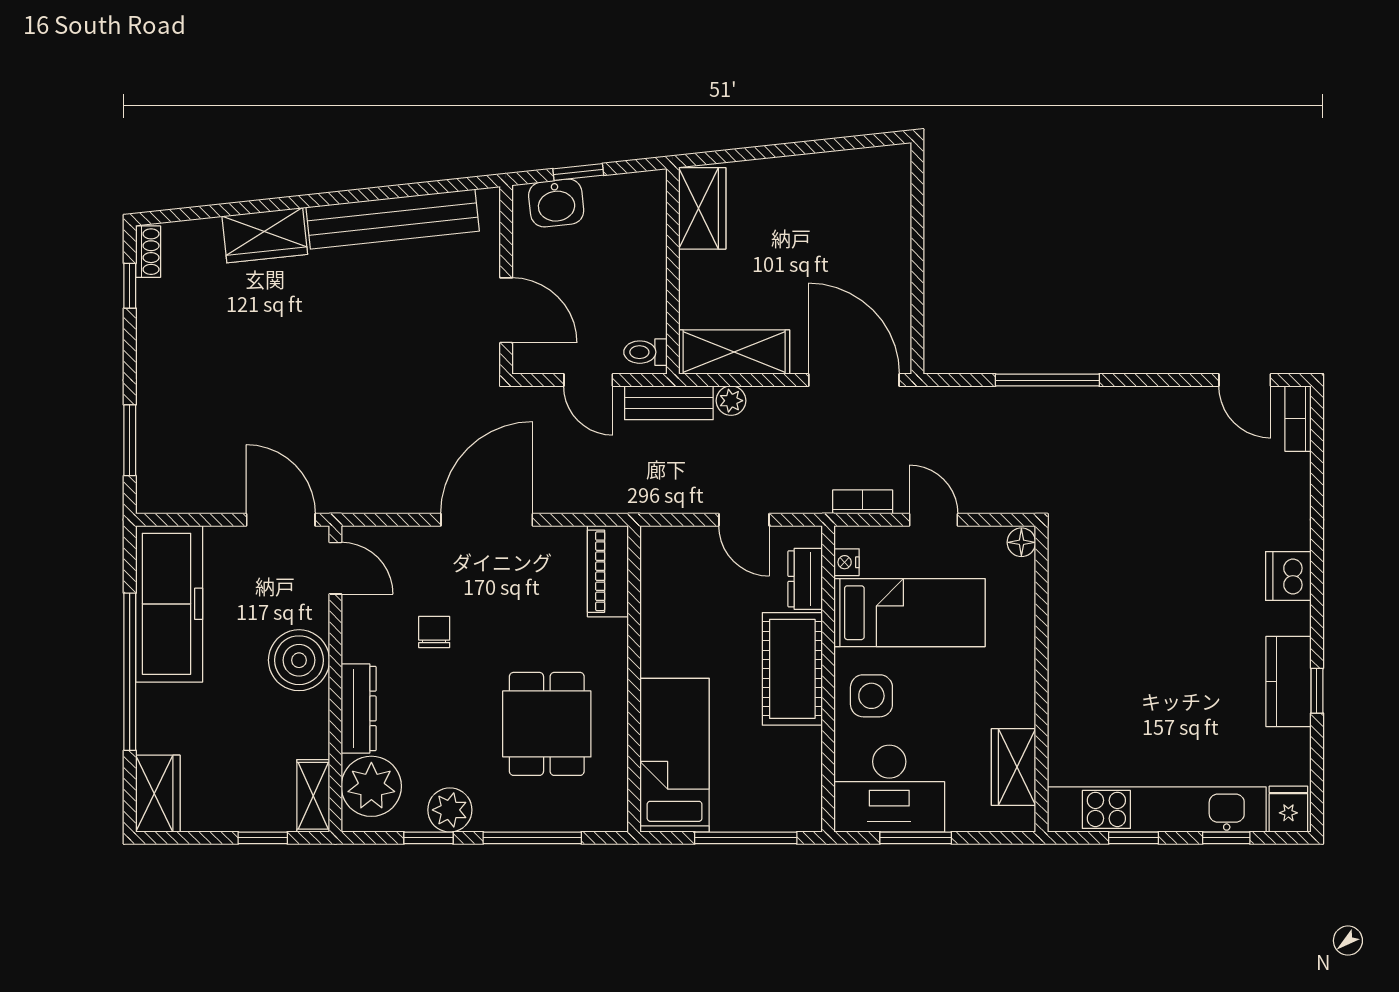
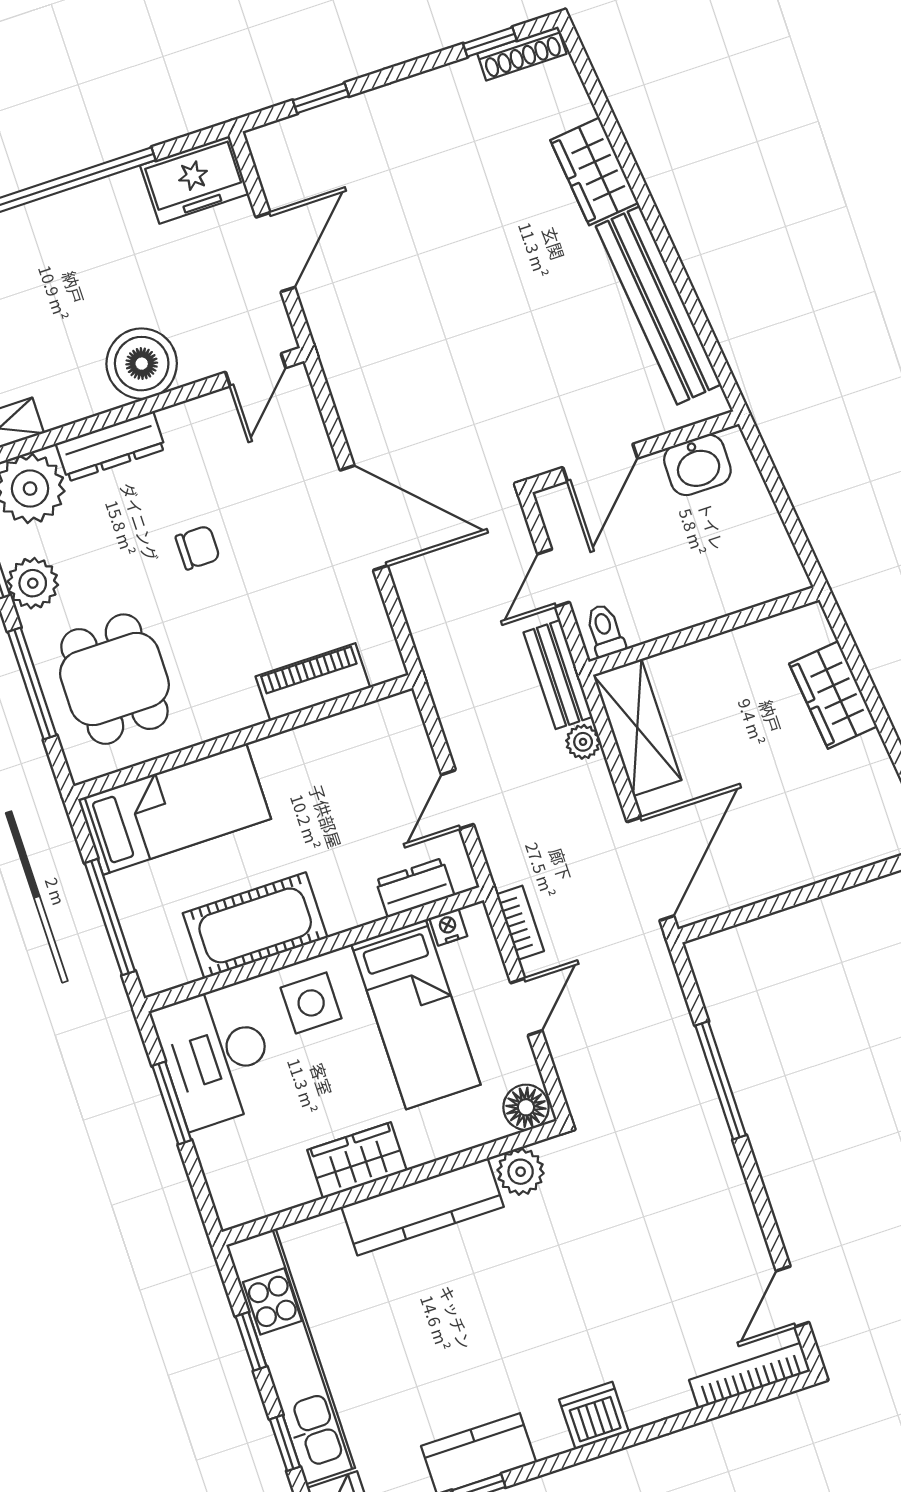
window: (578, 172) -> (778, 491), removed
washbasin: (556, 203) -> (697, 465), moved, turned -84
wardrobe: (702, 208) -> (833, 695), moved, turned 84
shoe rack: (148, 252) -> (522, 54), width x1.43
bookcase: (1298, 419) -> (750, 1376), width x1.56
window: (130, 440) -> (321, 98), width x0.67
door: (281, 520) -> (275, 252), moved
floor lamp: (1021, 542) -> (526, 1107), width x1.37, depth x1.37
plant: (1068, 570) -> (521, 1172), added
piano: (608, 571) -> (313, 682), moved
freezer: (169, 604) -> (194, 180), width x0.52, depth x0.79
chair: (434, 632) -> (198, 548), moved
kitchen counter: (1070, 660) -> (423, 1207), added
cot: (792, 669) -> (255, 925), moved
dining table: (547, 724) -> (114, 679), moved, turned 90
wardrobe: (1014, 767) -> (357, 1160), moved

